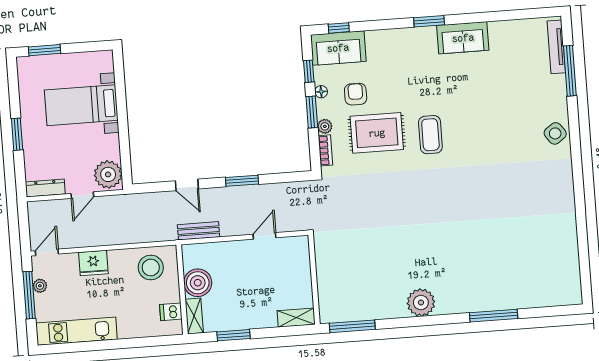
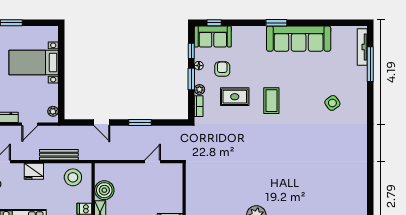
sofa: (463, 38) -> (299, 39), width x1.85, depth x1.27
rug: (377, 133) -> (235, 97), width x0.73, depth x0.70
side table: (555, 133) -> (332, 103), moved
plant: (108, 174) -> (53, 111), width x0.53, depth x0.53
bench: (199, 231) -> (59, 155), moved, width x1.36

